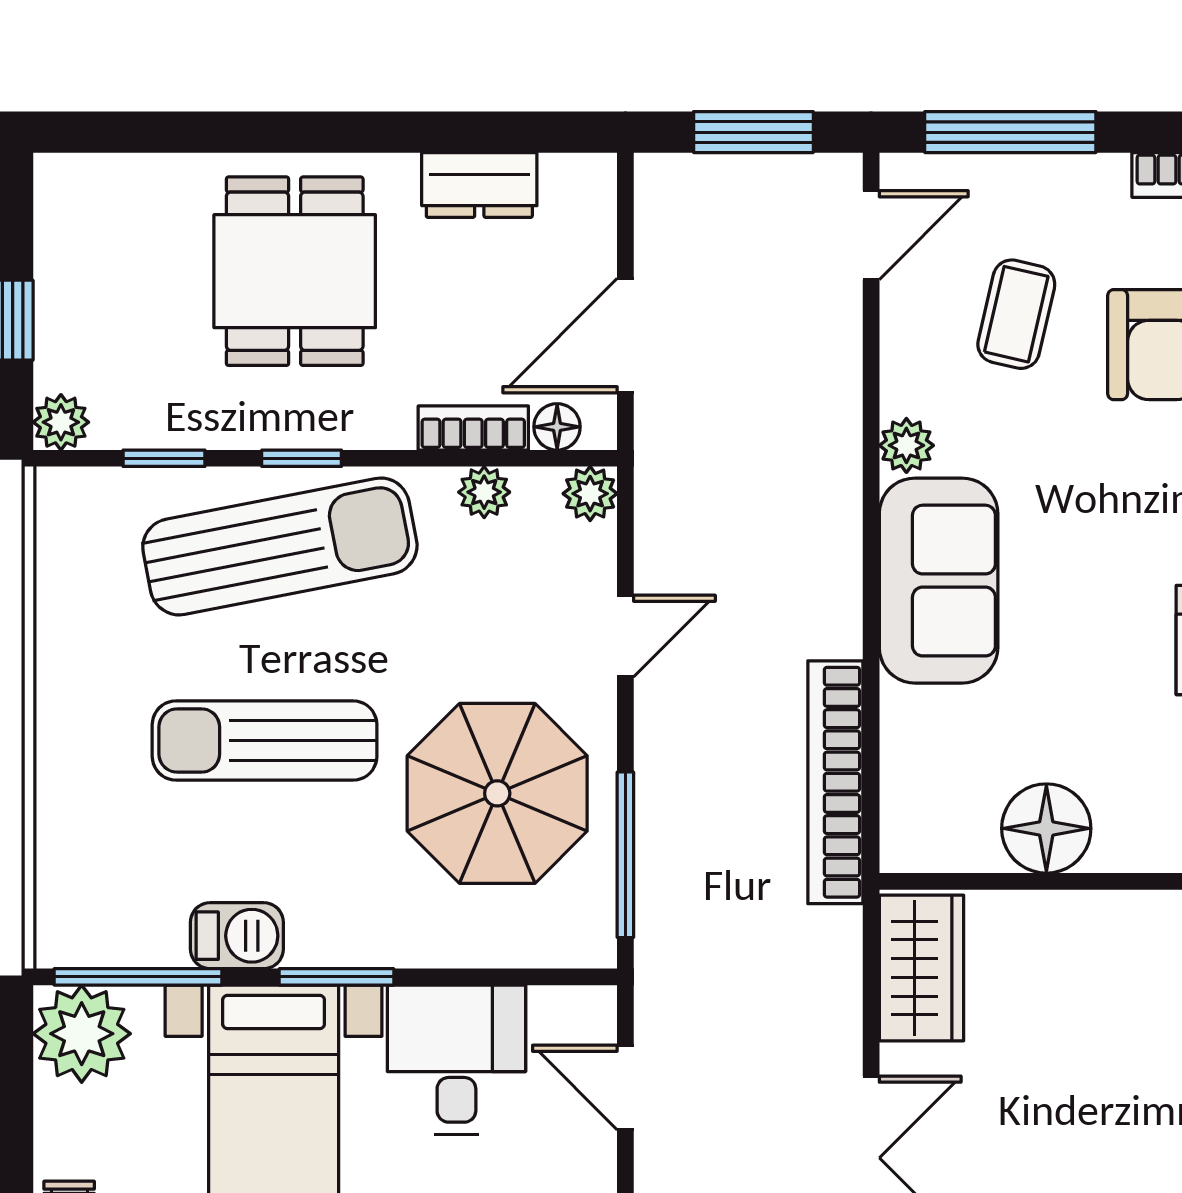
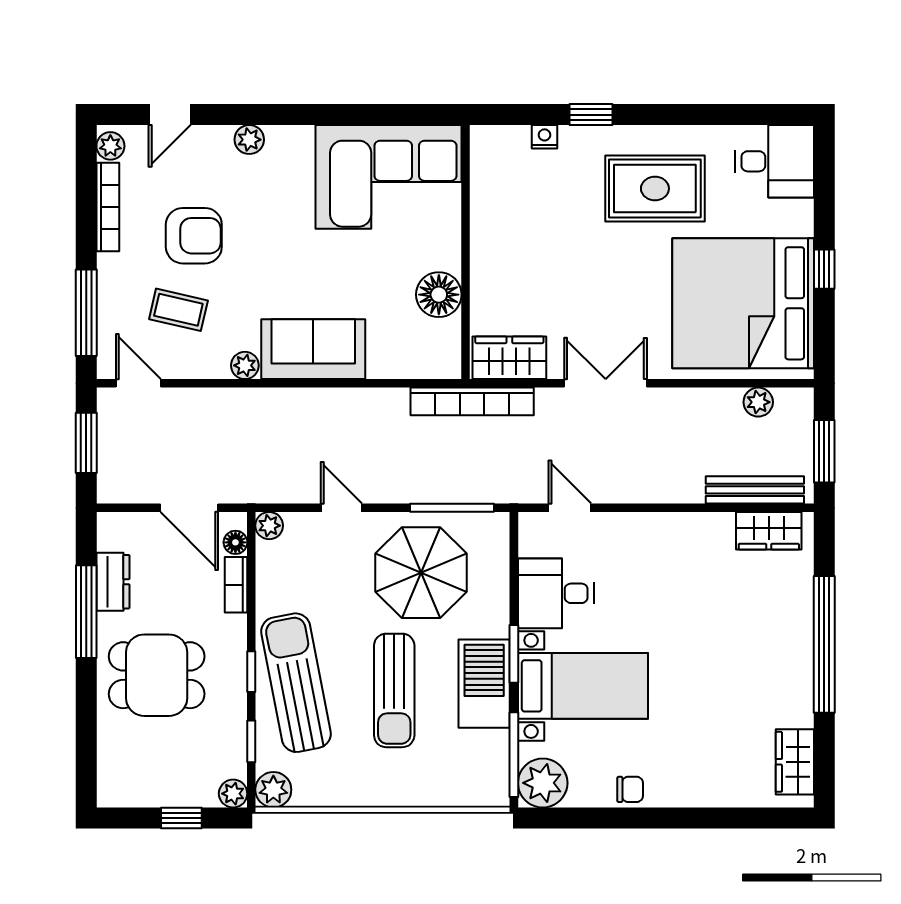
window: (420, 132) -> (86, 612), added
plant: (484, 492) -> (273, 790), moved, width x1.38, depth x1.38
bookcase: (835, 782) -> (472, 401), moved
barbecue: (237, 936) -> (484, 684), width x1.88, depth x1.53
door: (625, 1088) -> (570, 508), swing flipped

